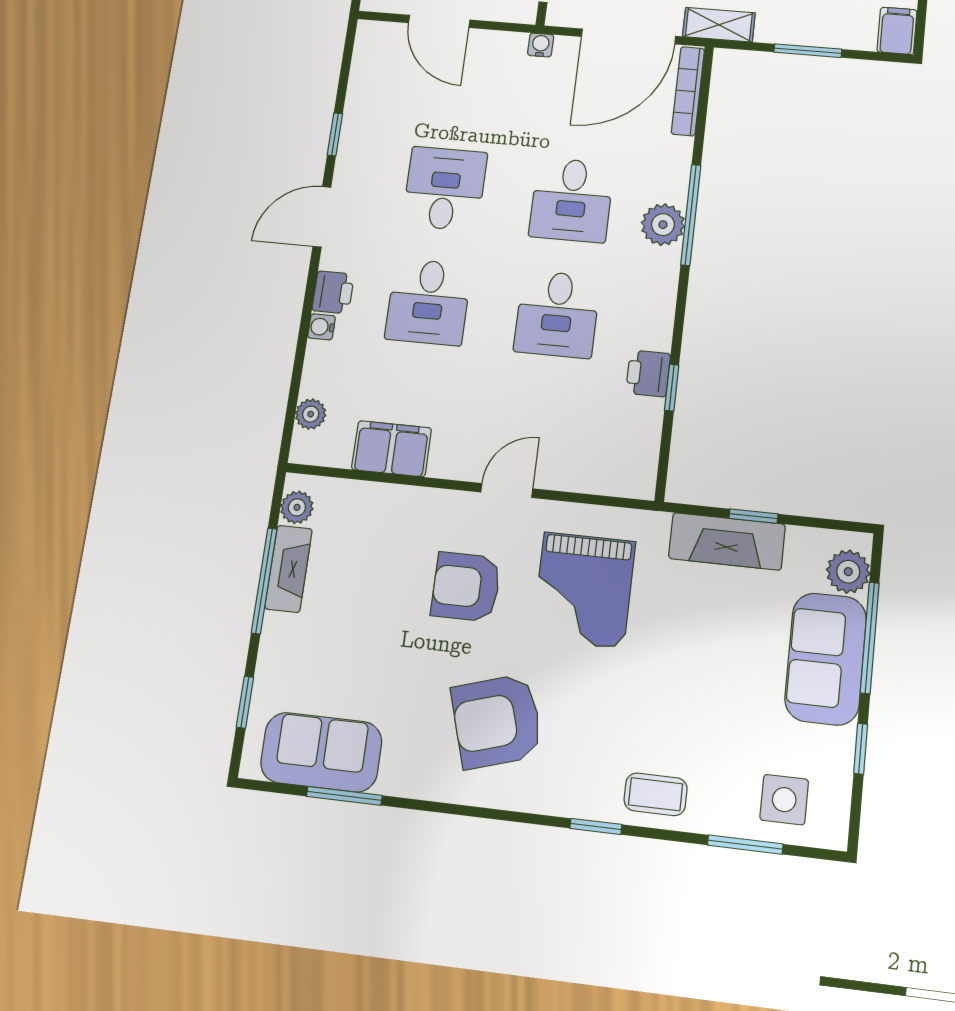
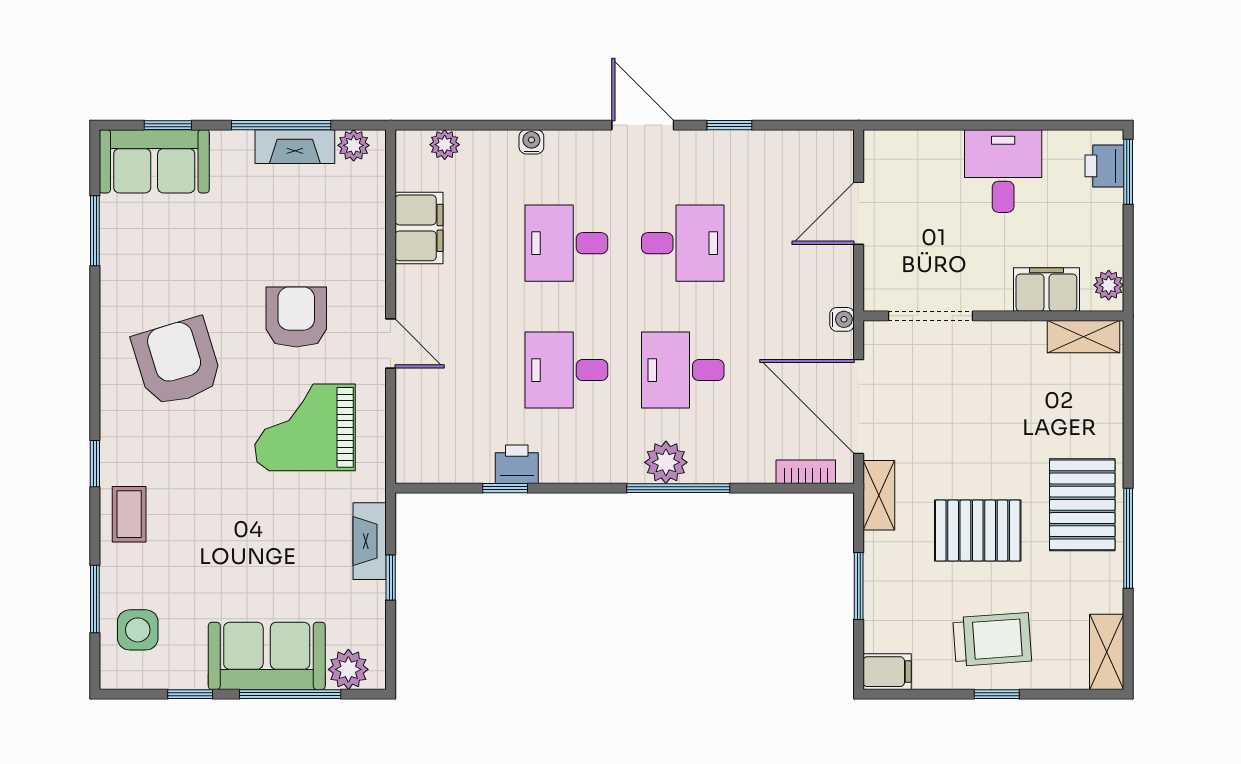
bookcase: (688, 91) -> (806, 472), width x0.64
printer: (333, 292) -> (567, 148), removed
fireplace: (727, 541) -> (370, 541), width x0.73, depth x0.76
sofa: (321, 752) -> (154, 161), moved, turned 90

